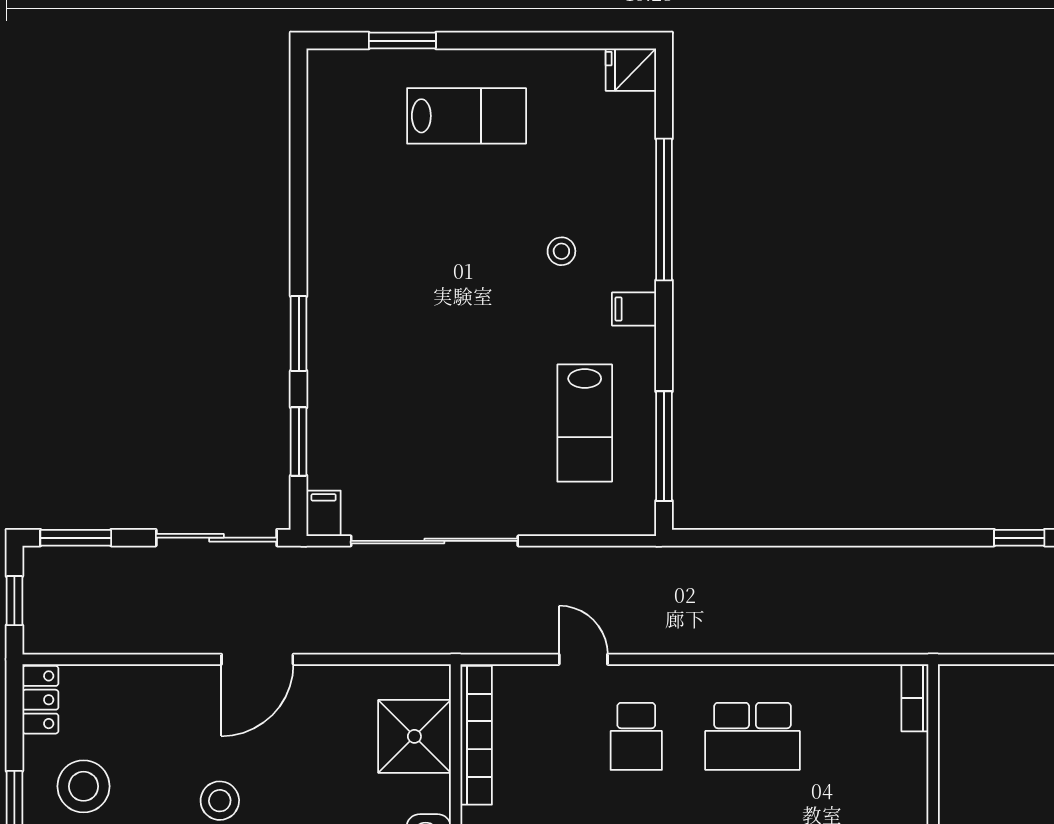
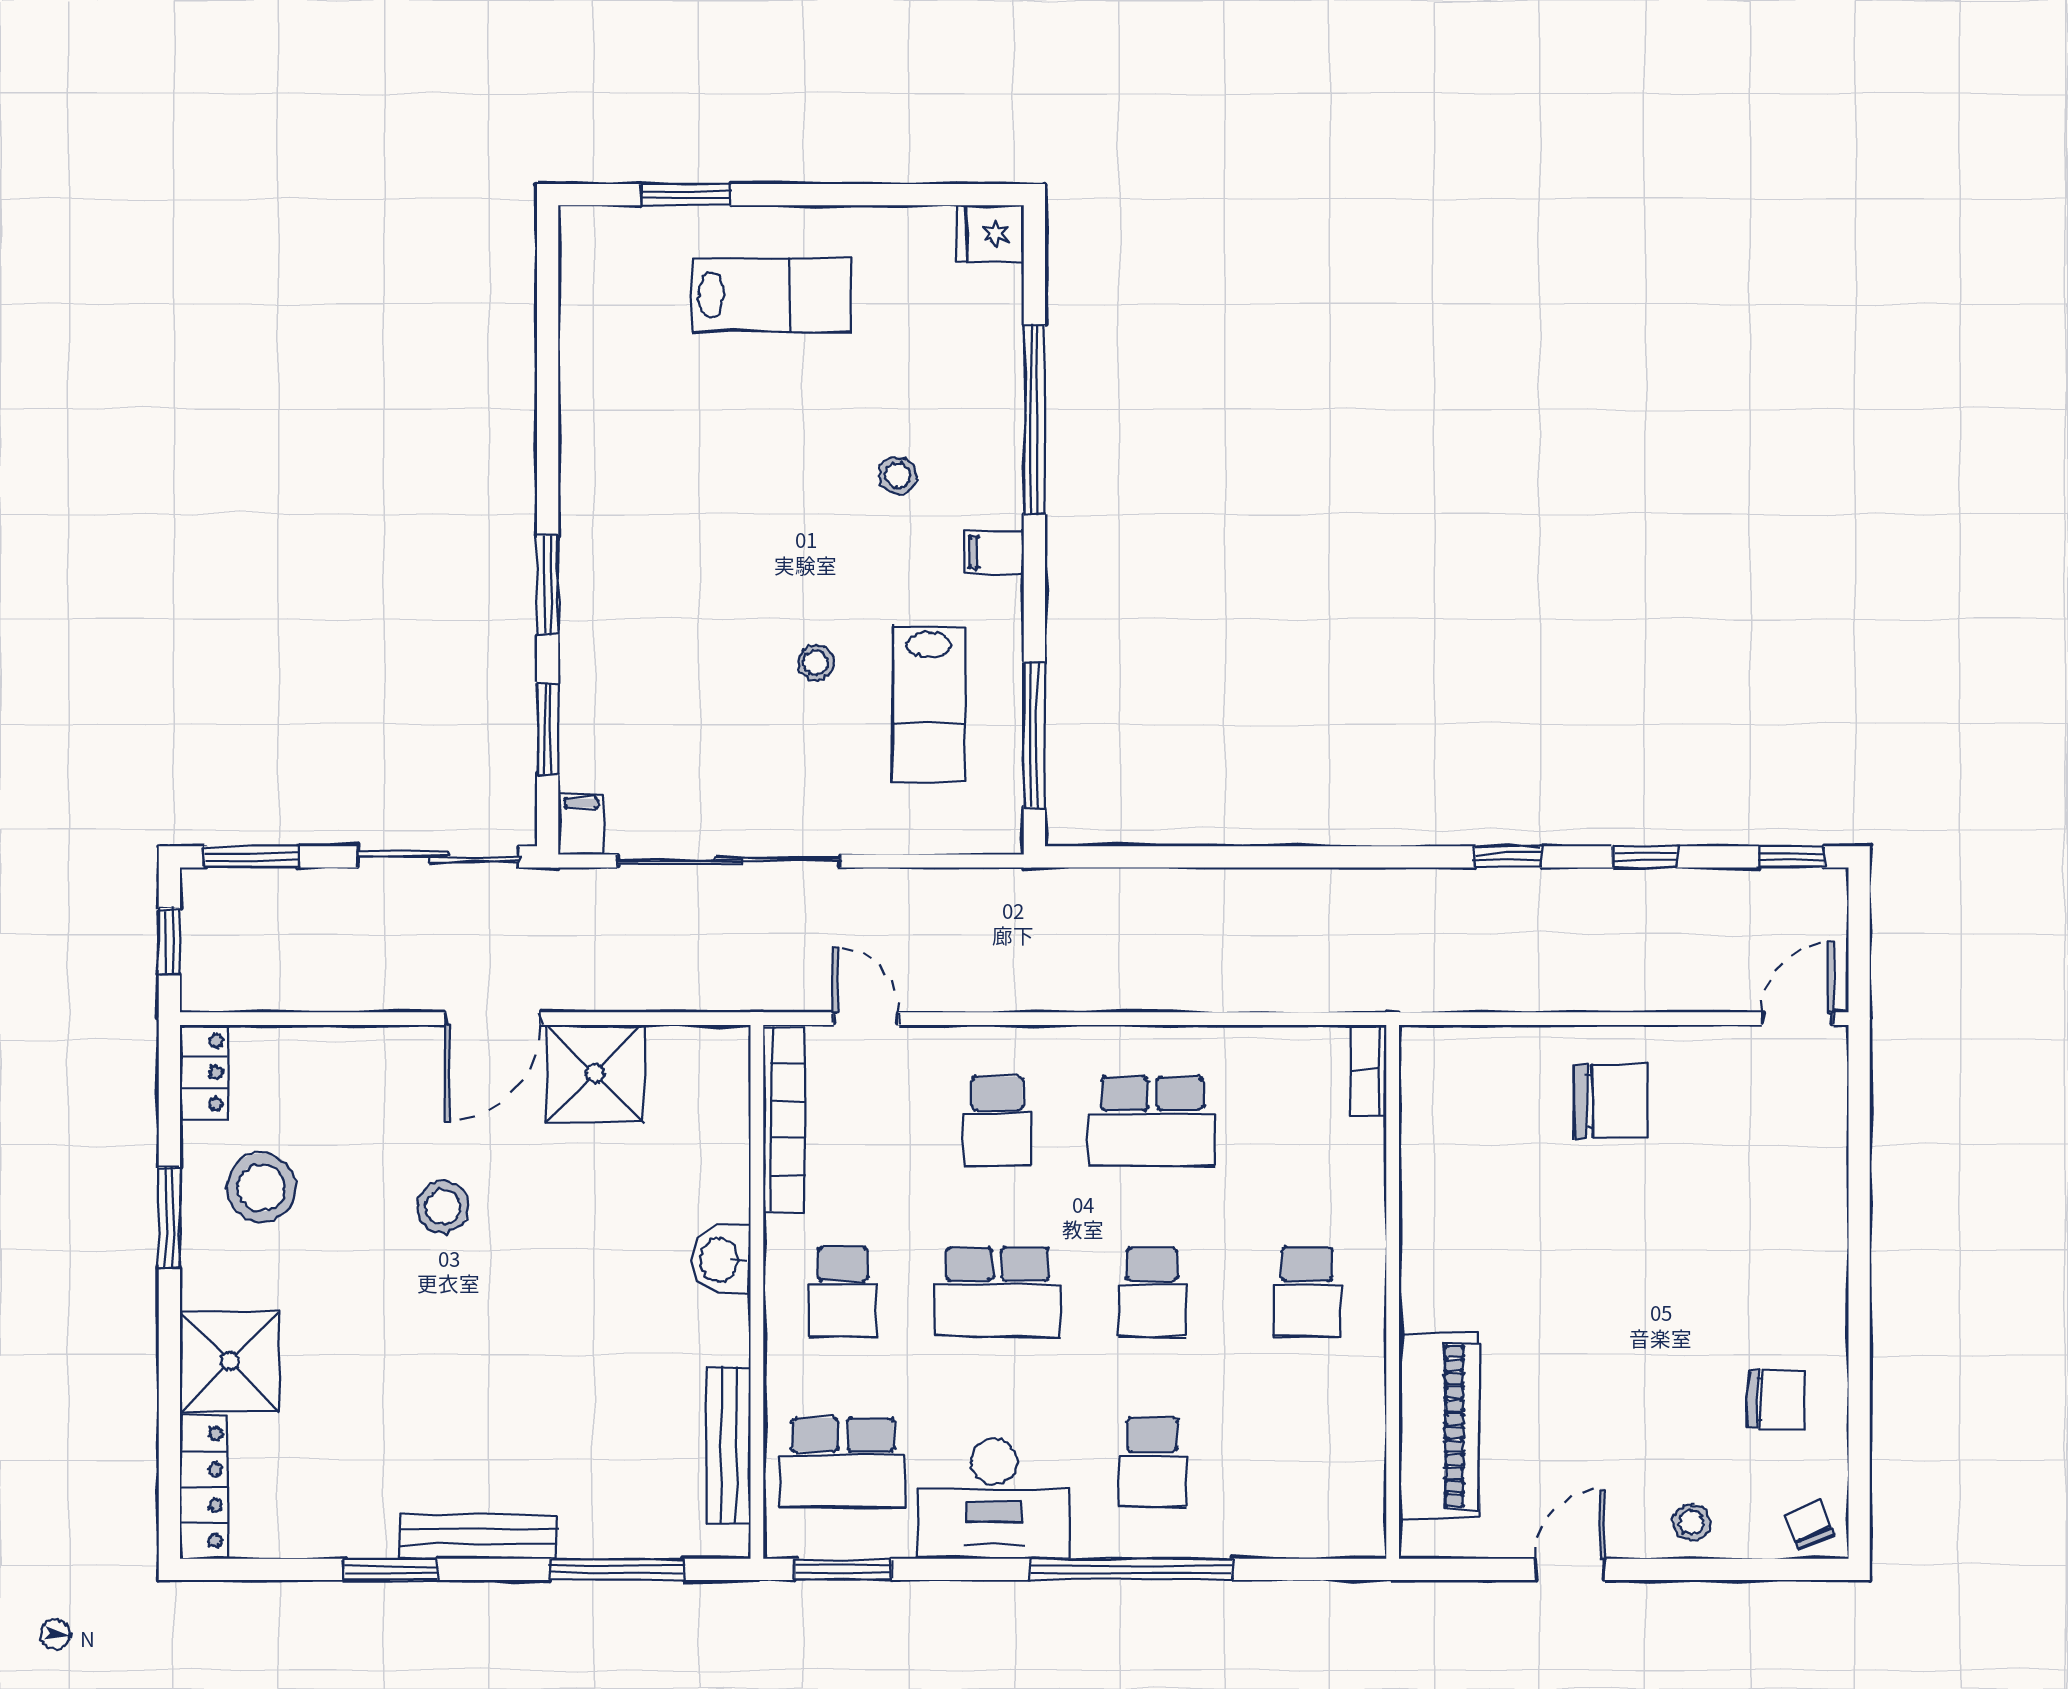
stool: (500, 392) -> (816, 663), added
door: (583, 659) -> (866, 1019), moved
shower: (414, 736) -> (595, 1073), moved

